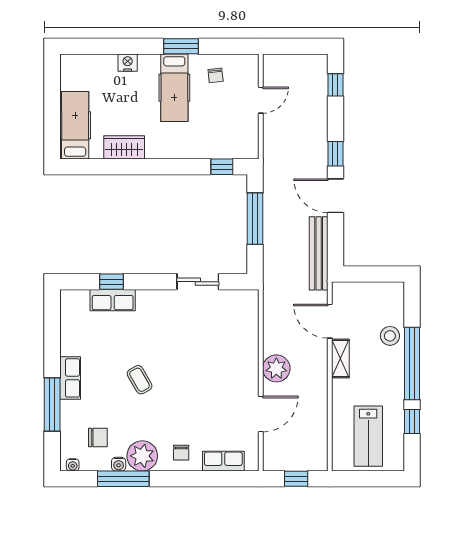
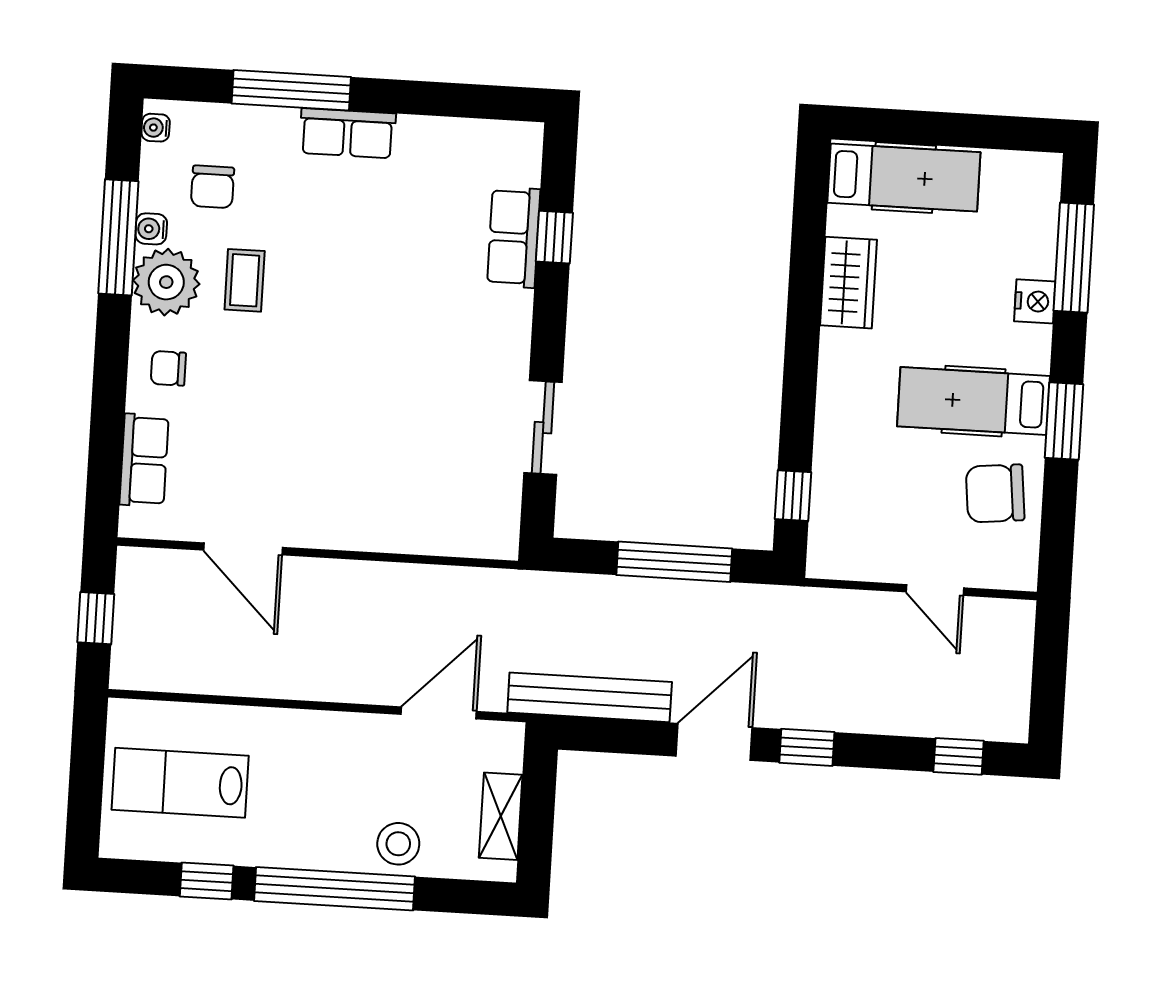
window: (107, 46) -> (1074, 258), added
chair: (216, 75) -> (995, 493), width x1.87, depth x1.87
shelving: (340, 359) -> (501, 816), moved, turned 90
plant: (276, 368) -> (341, 589), removed
coffee table: (140, 380) -> (245, 280), moved, turned -60

